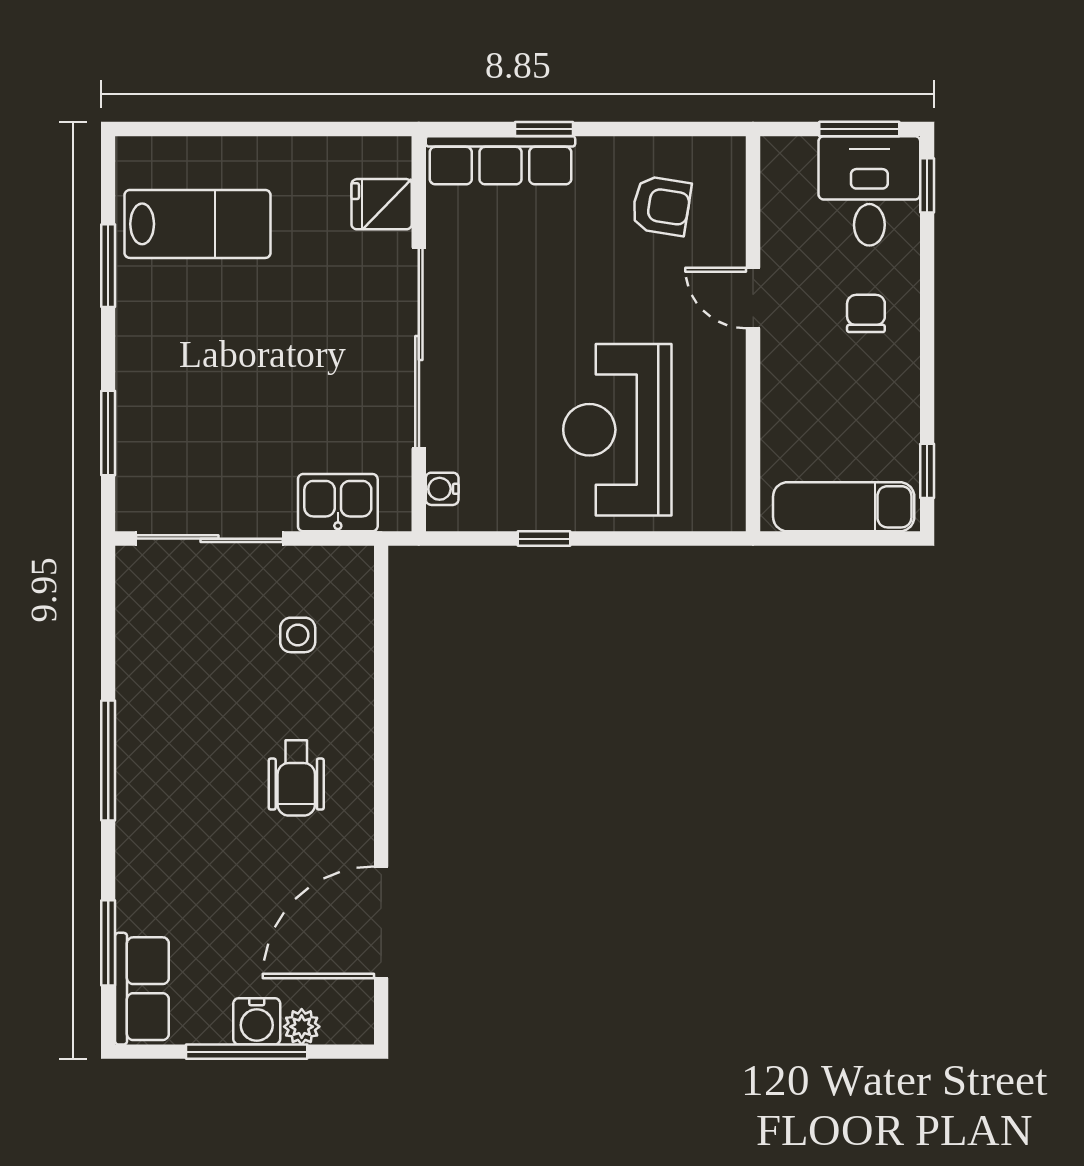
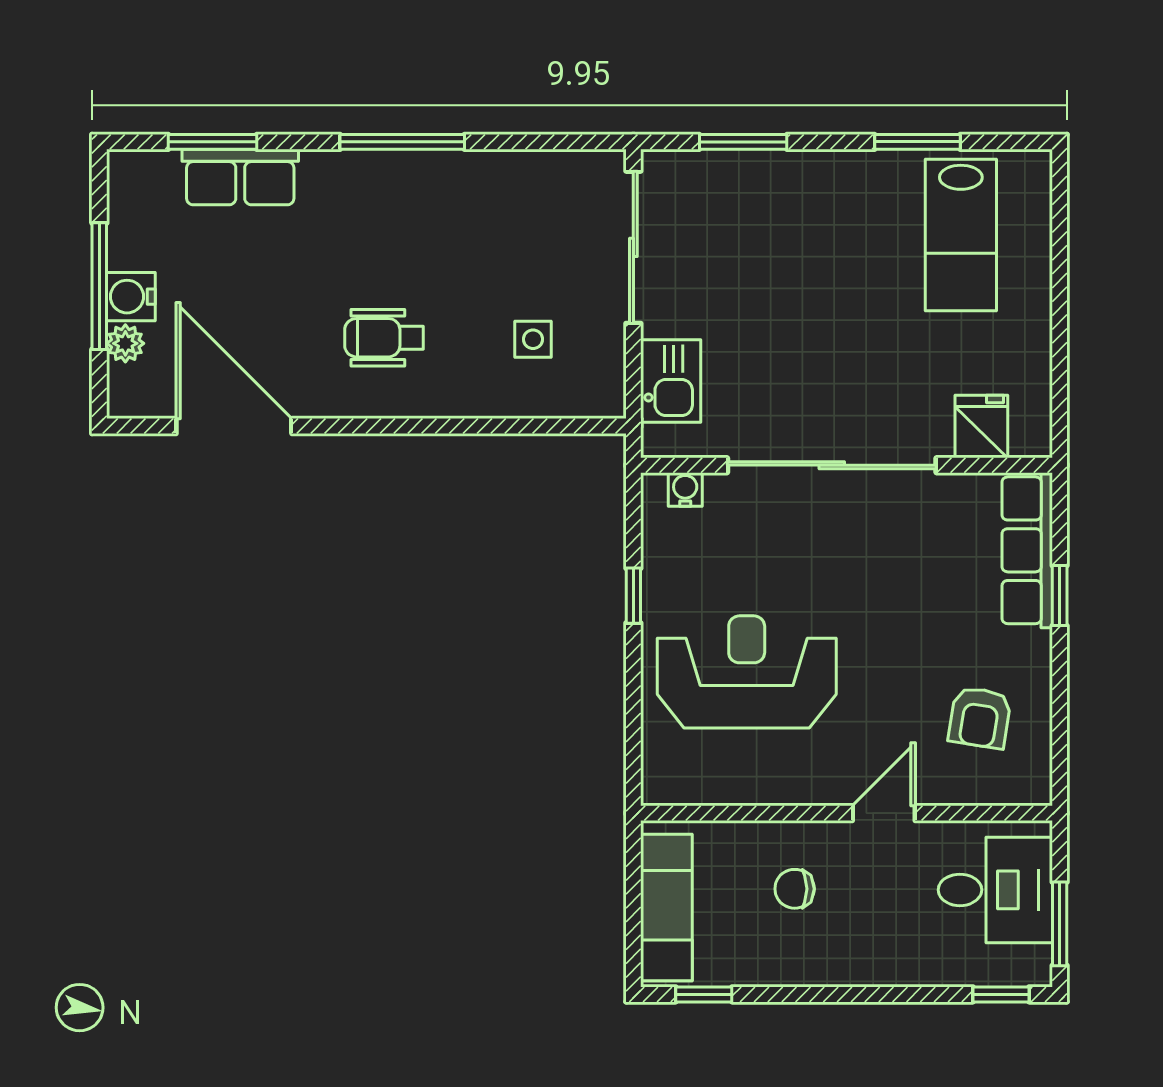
desk: (869, 191) -> (995, 890), moved
chair: (866, 313) -> (795, 889), moved, turned 180
row of seats: (142, 989) -> (240, 177), moved

